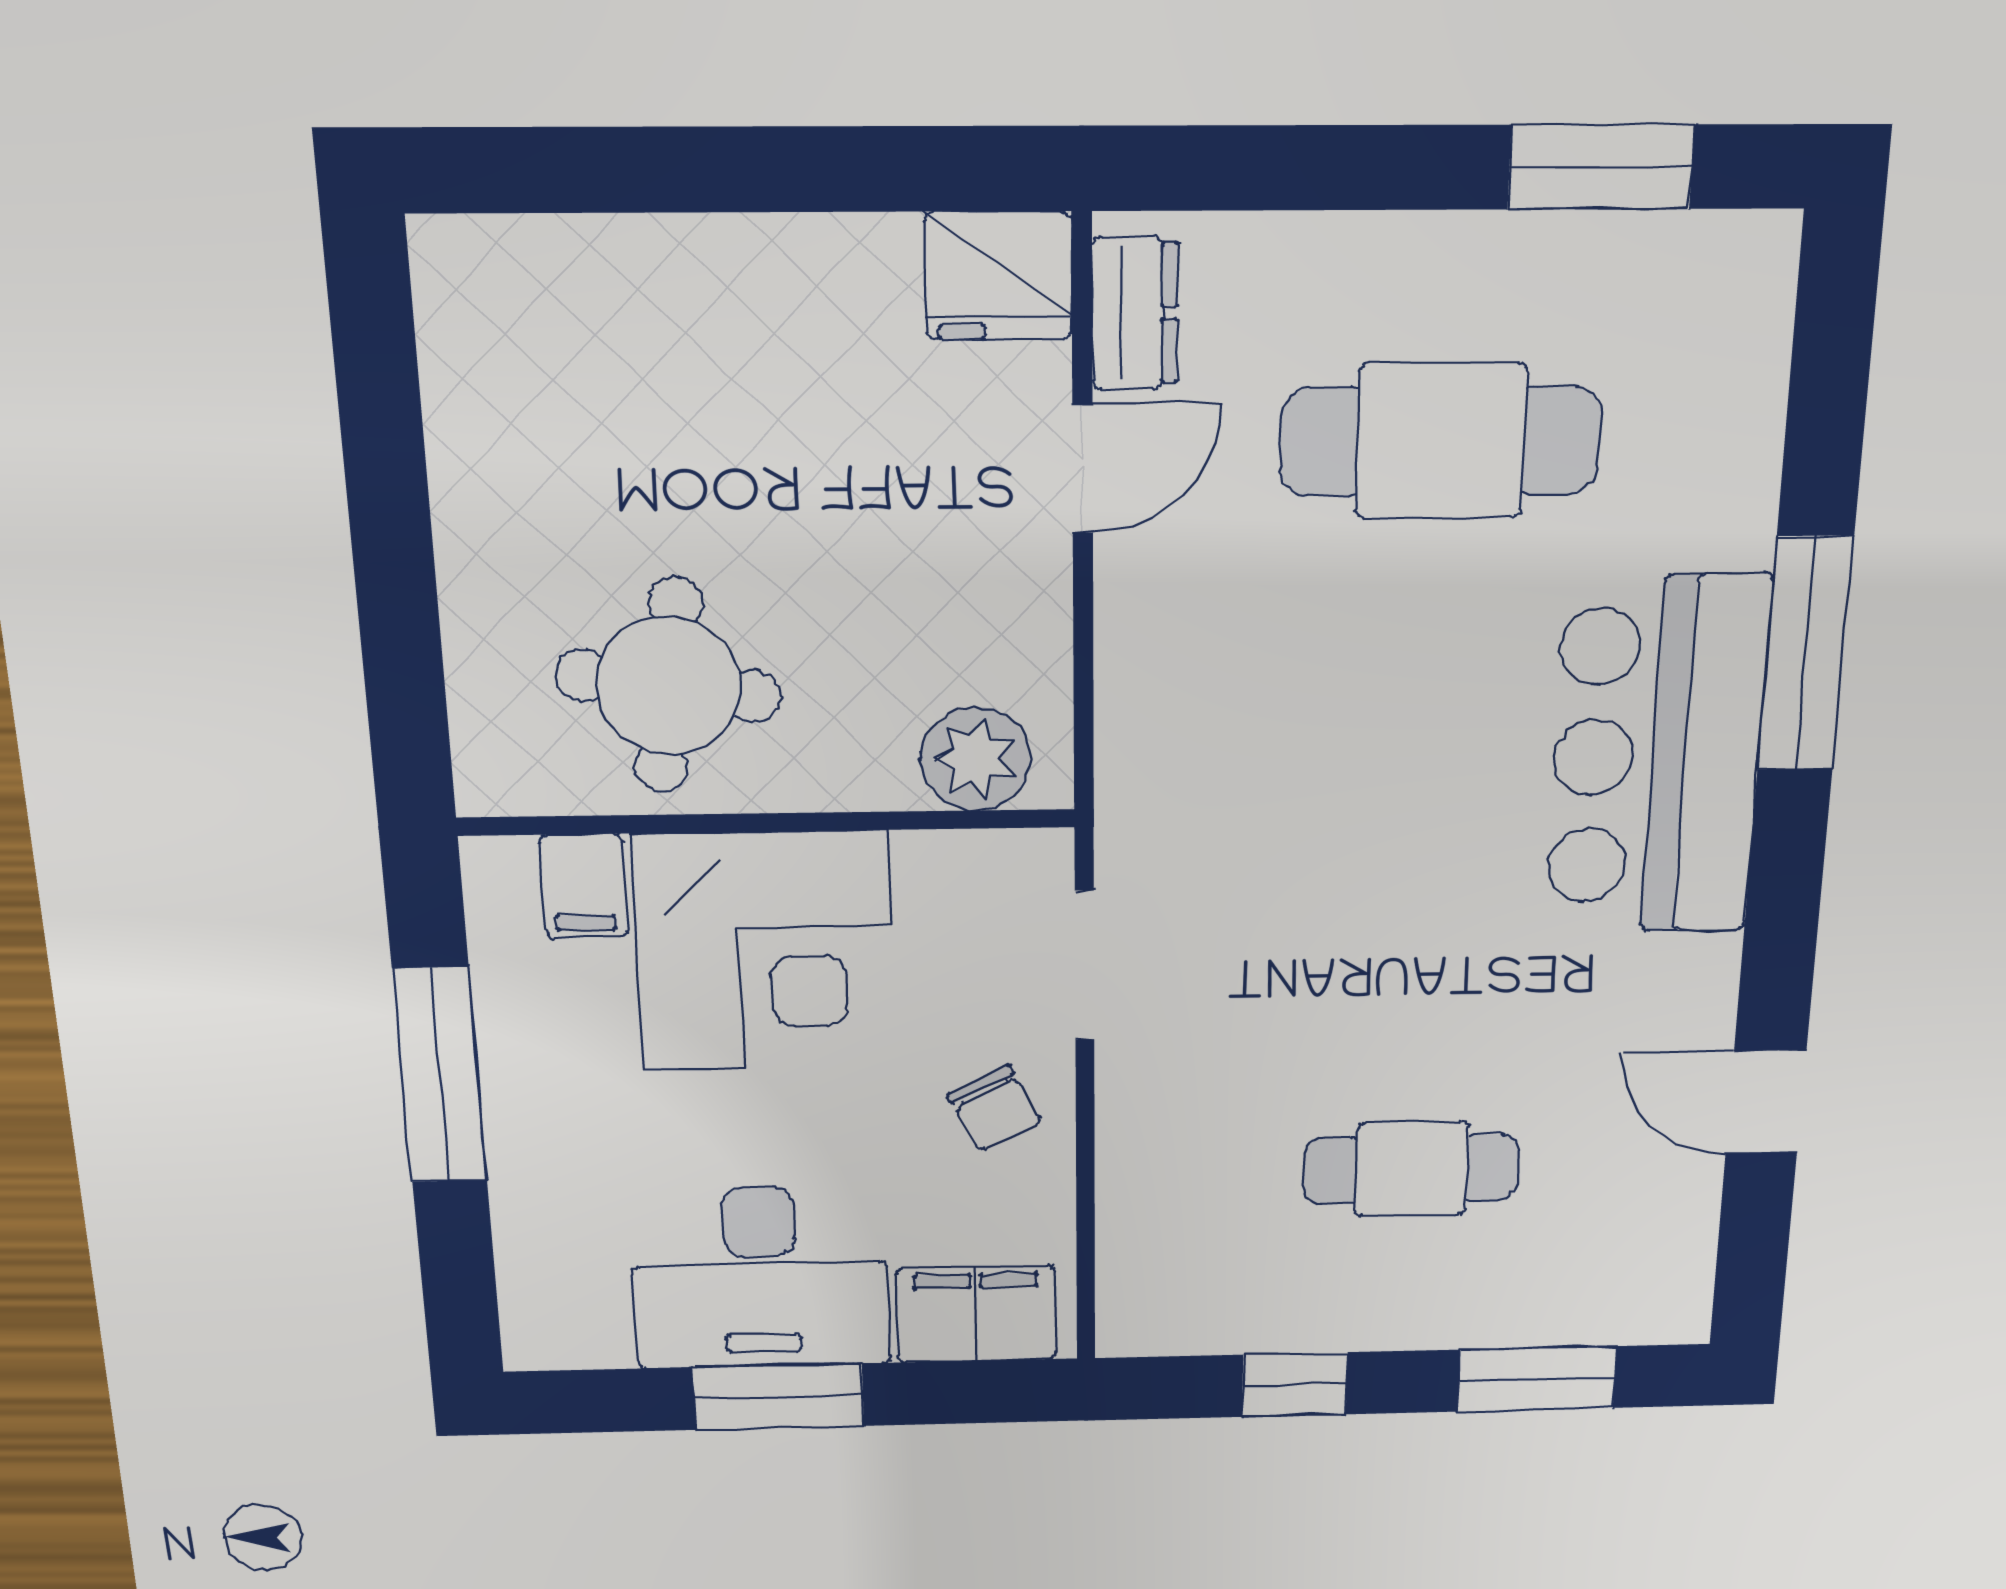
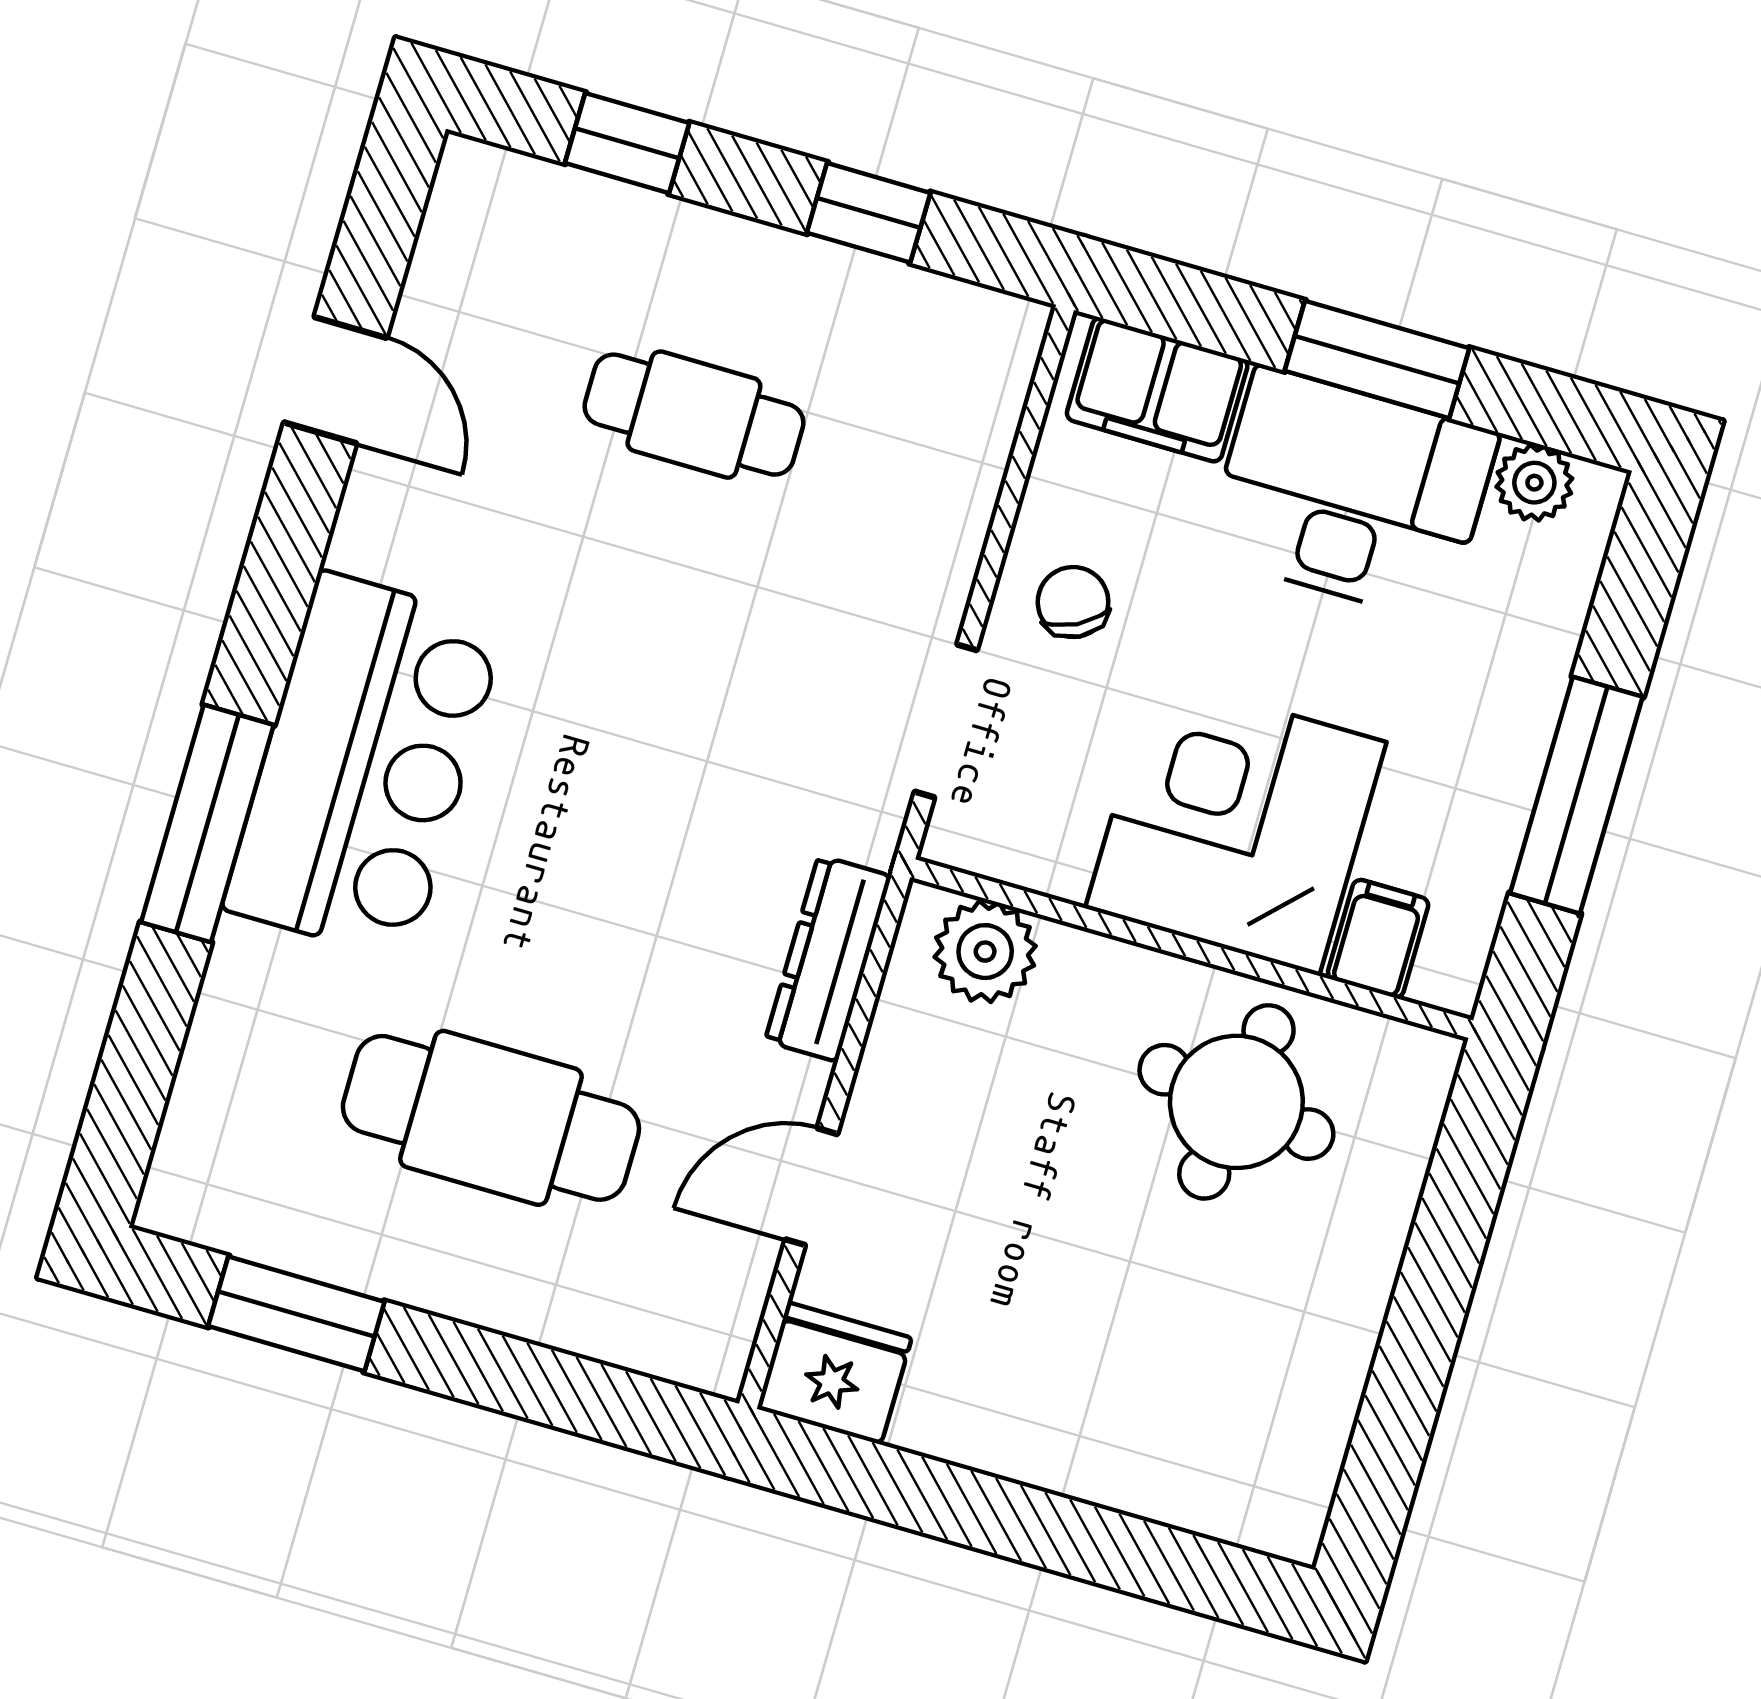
dresser: (1135, 313) -> (828, 959), moved, width x1.44
plant: (591, 1336) -> (1534, 483), added
window: (1537, 1379) -> (627, 143), width x0.67

